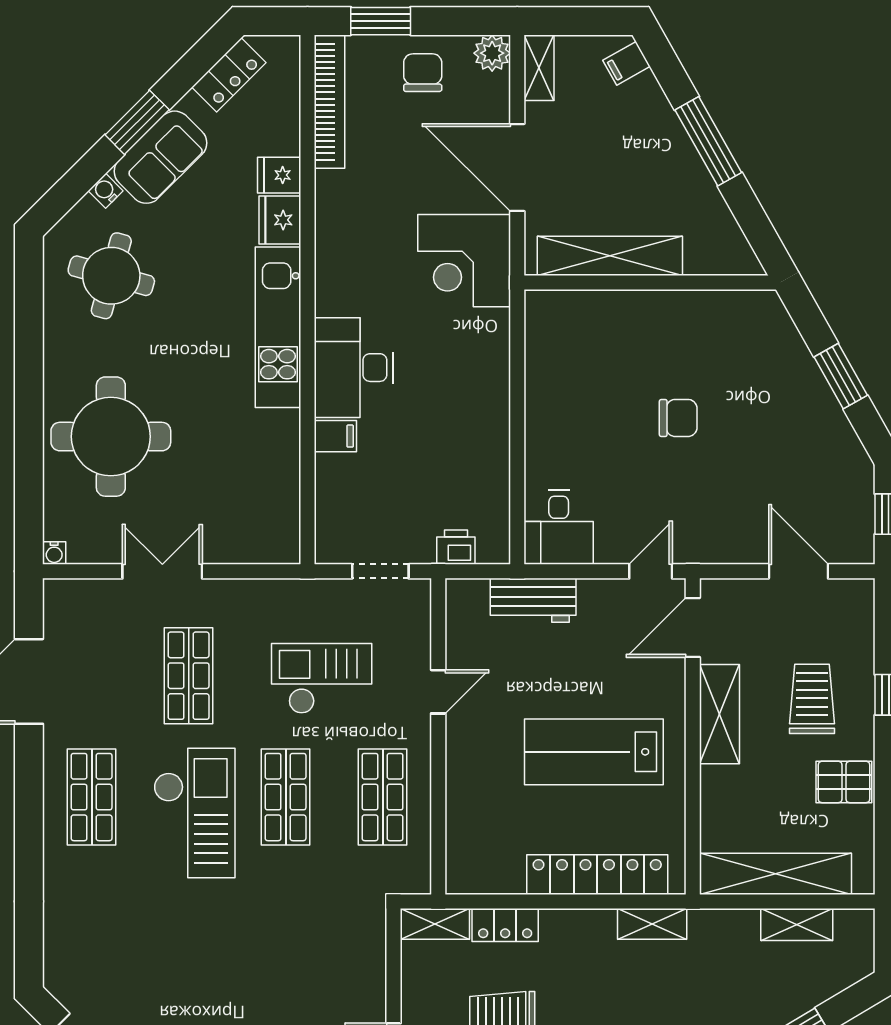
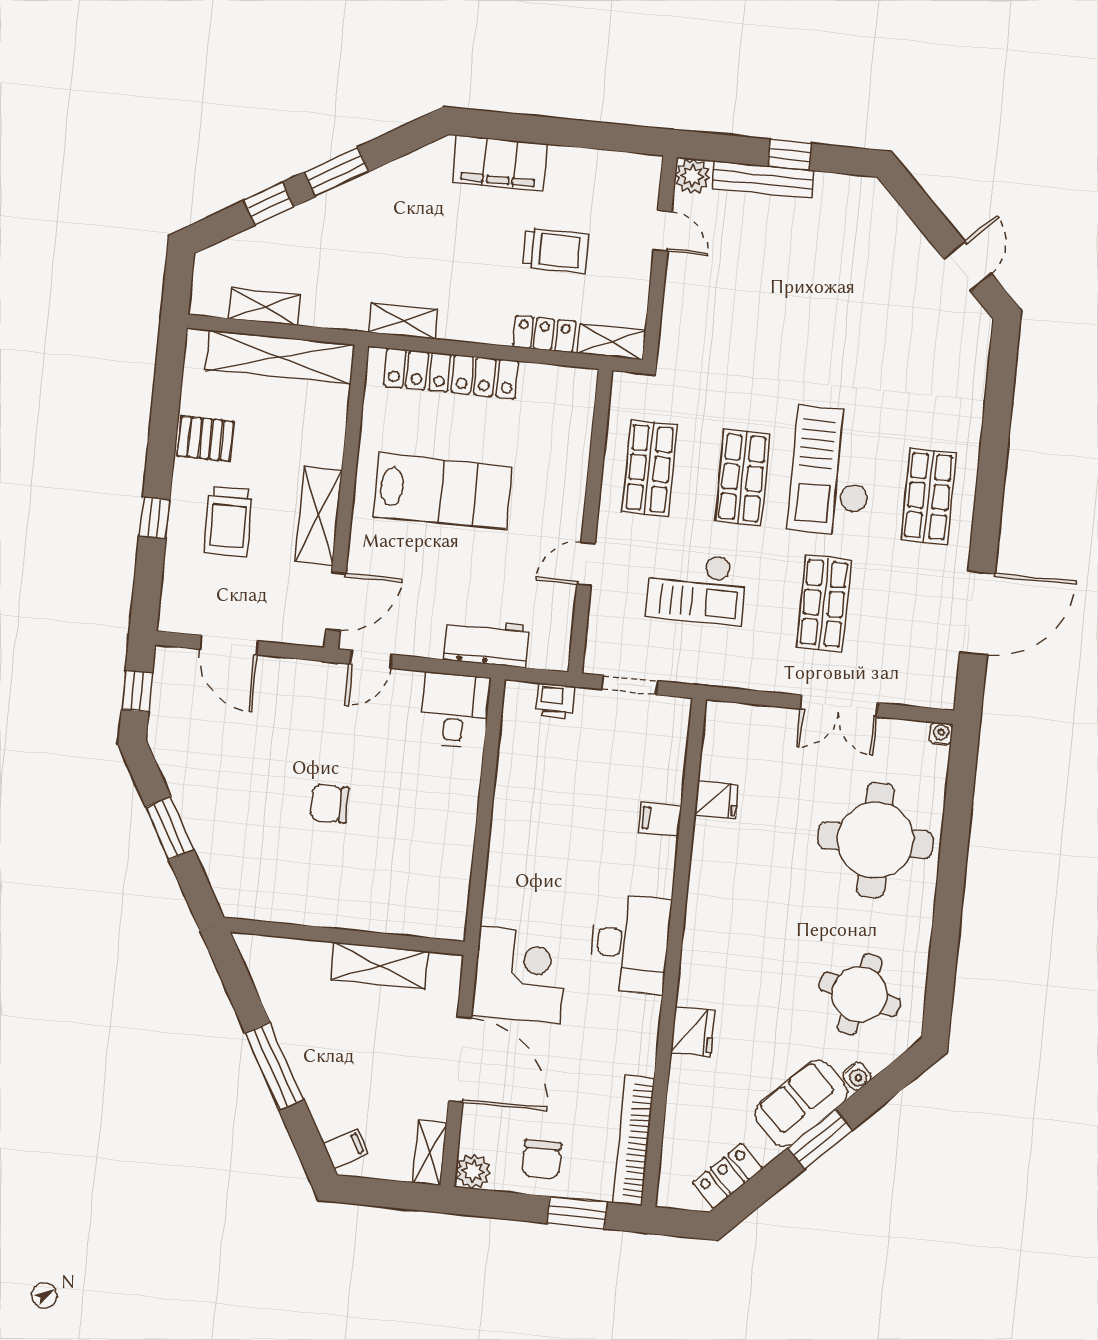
fridge: (279, 175) -> (717, 800), moved
shelving: (610, 256) -> (380, 966), width x0.68
kitchen unit: (278, 327) -> (705, 929), removed
desk: (354, 368) -> (630, 944), moved

